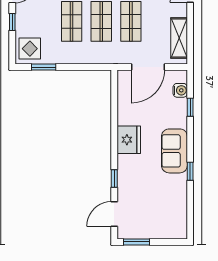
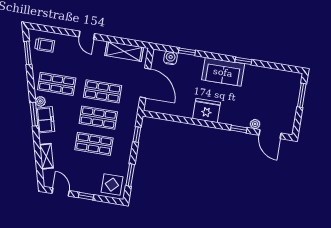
window: (90, 67) -> (137, 134), added
plant: (123, 196) -> (255, 124), added
window: (136, 242) -> (302, 95), moved

